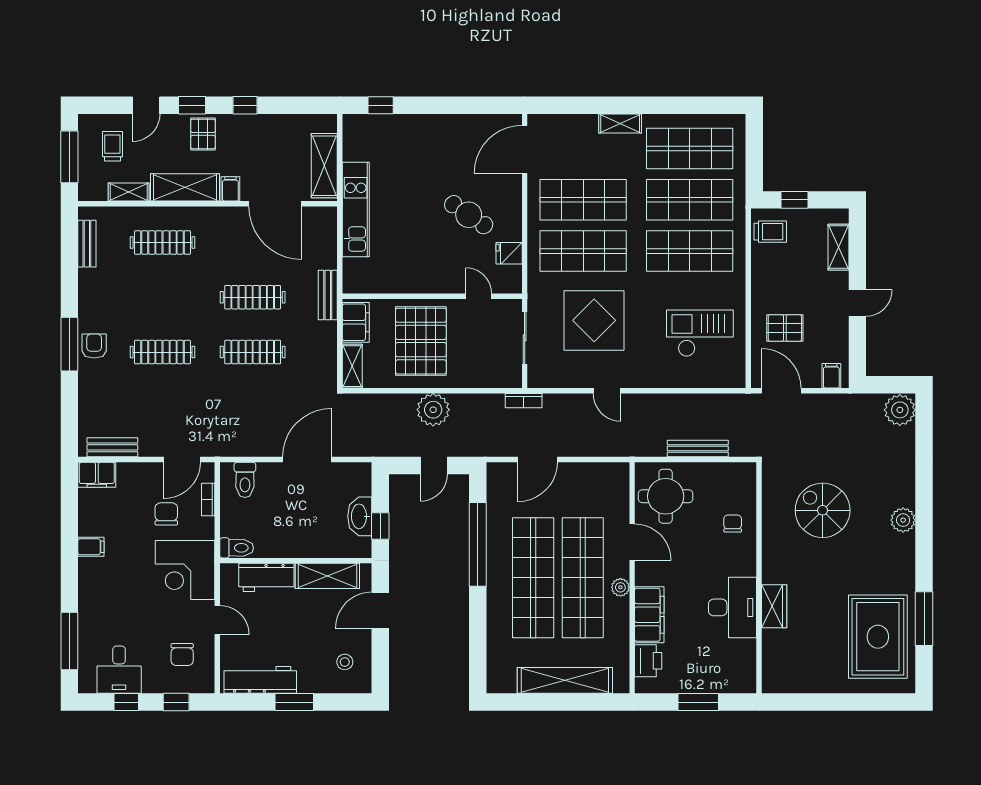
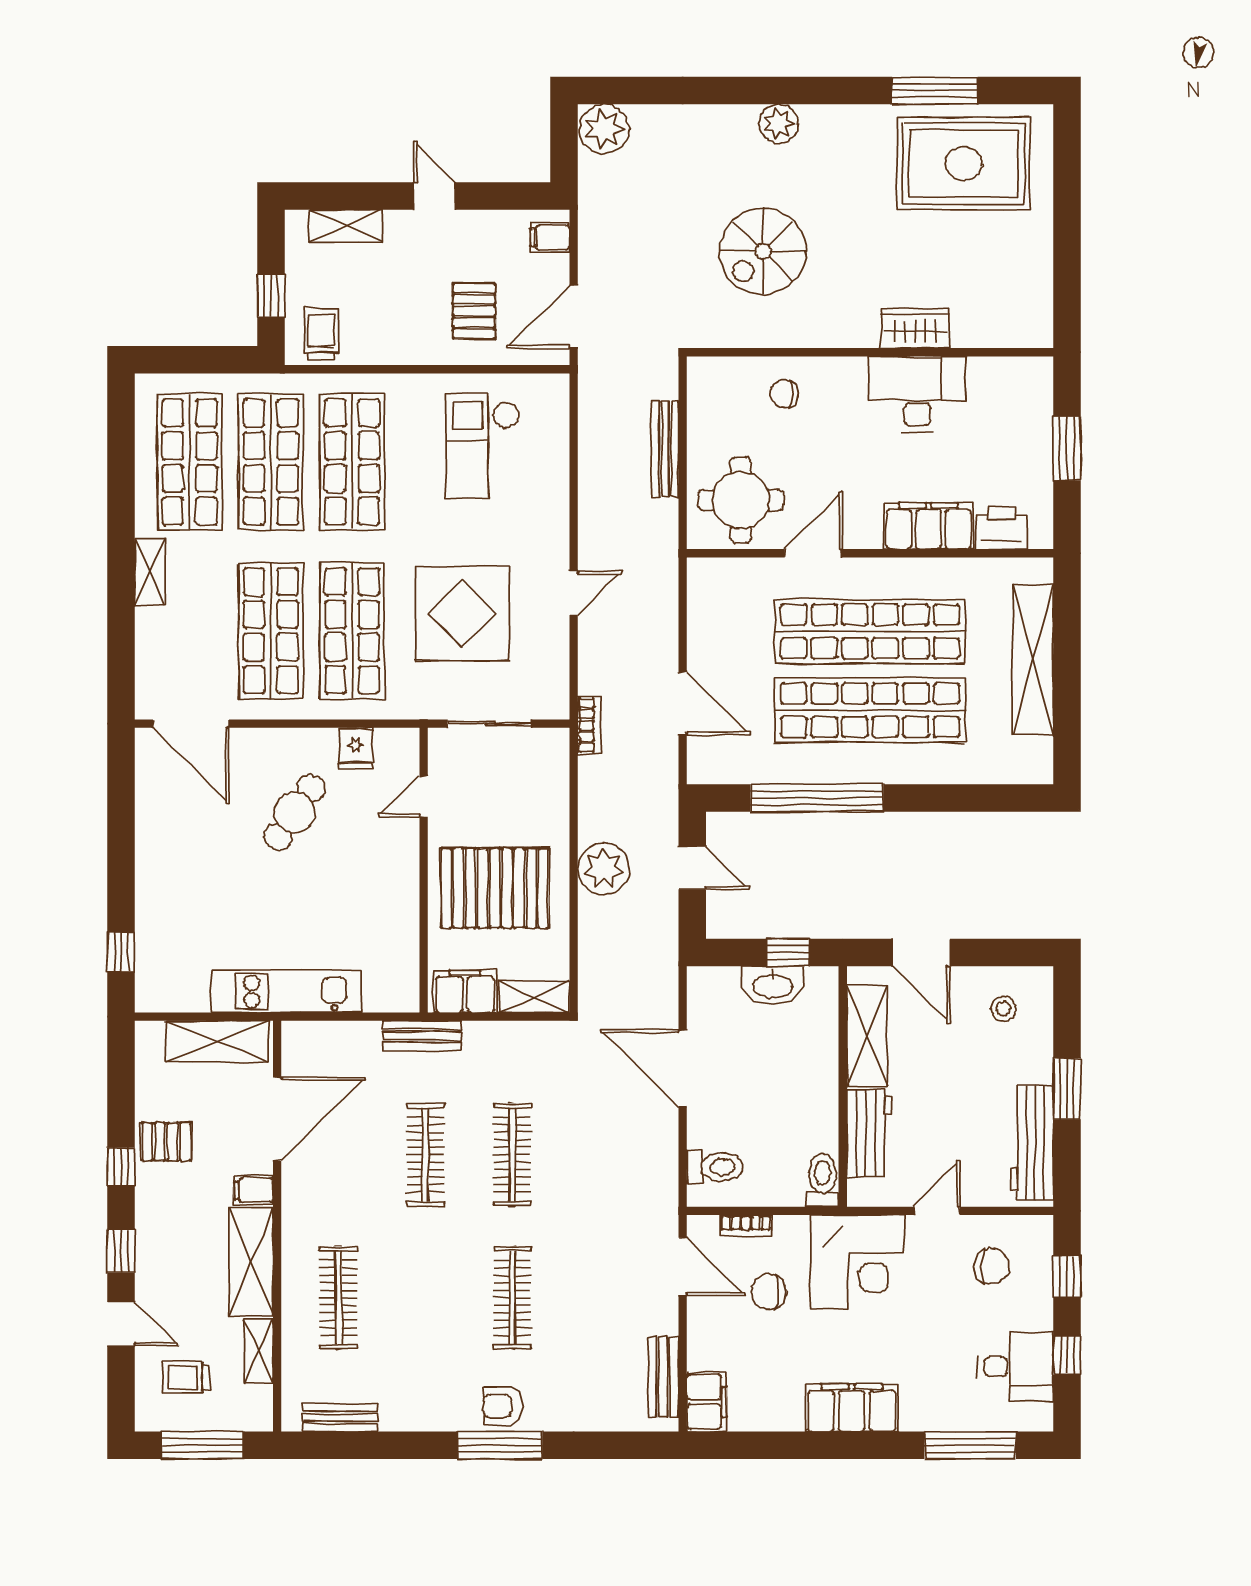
pallet: (203, 134) -> (166, 1142), moved
filing cabinet: (91, 547) -> (852, 1408), width x3.00, depth x1.17
plant: (620, 587) -> (885, 572), removed

